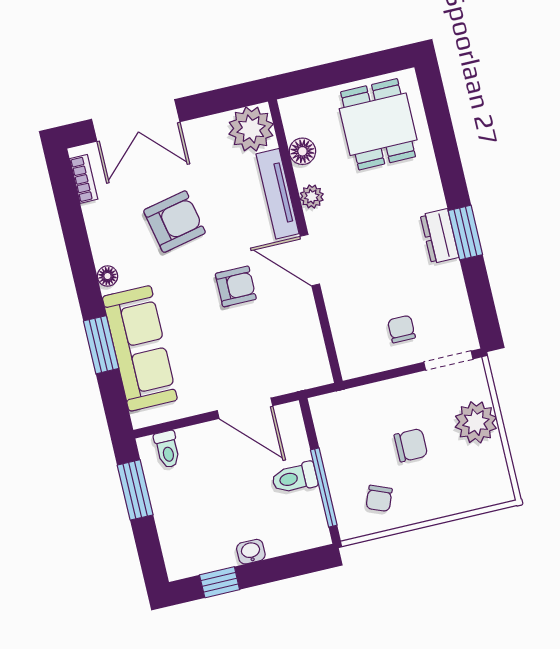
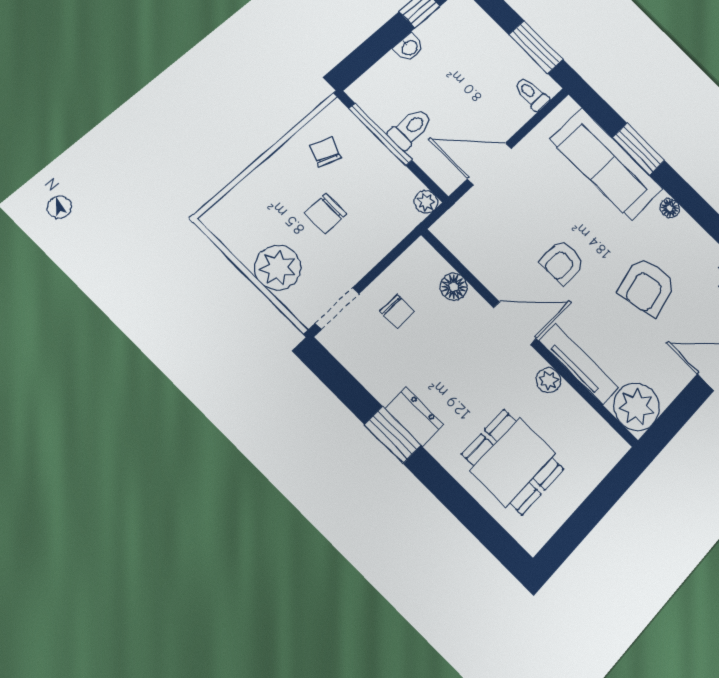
dining table: (378, 124) -> (513, 462), moved
floor lamp: (302, 151) -> (454, 287), moved
plant: (321, 407) -> (426, 202), added

